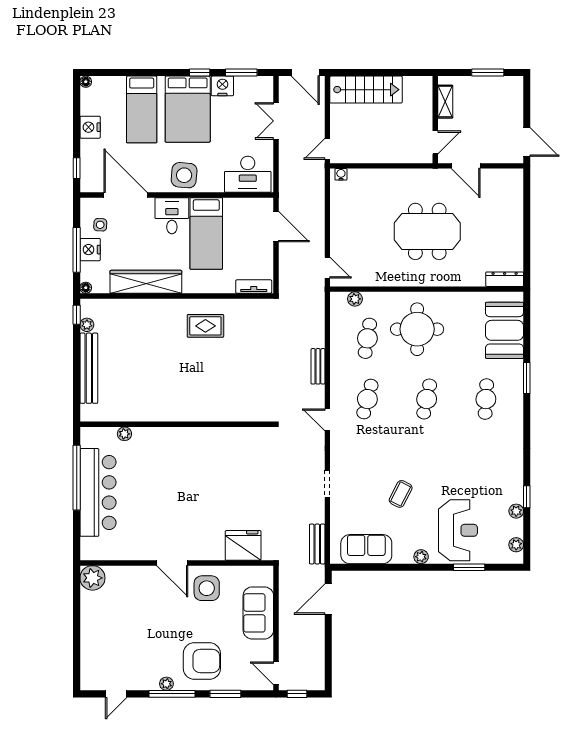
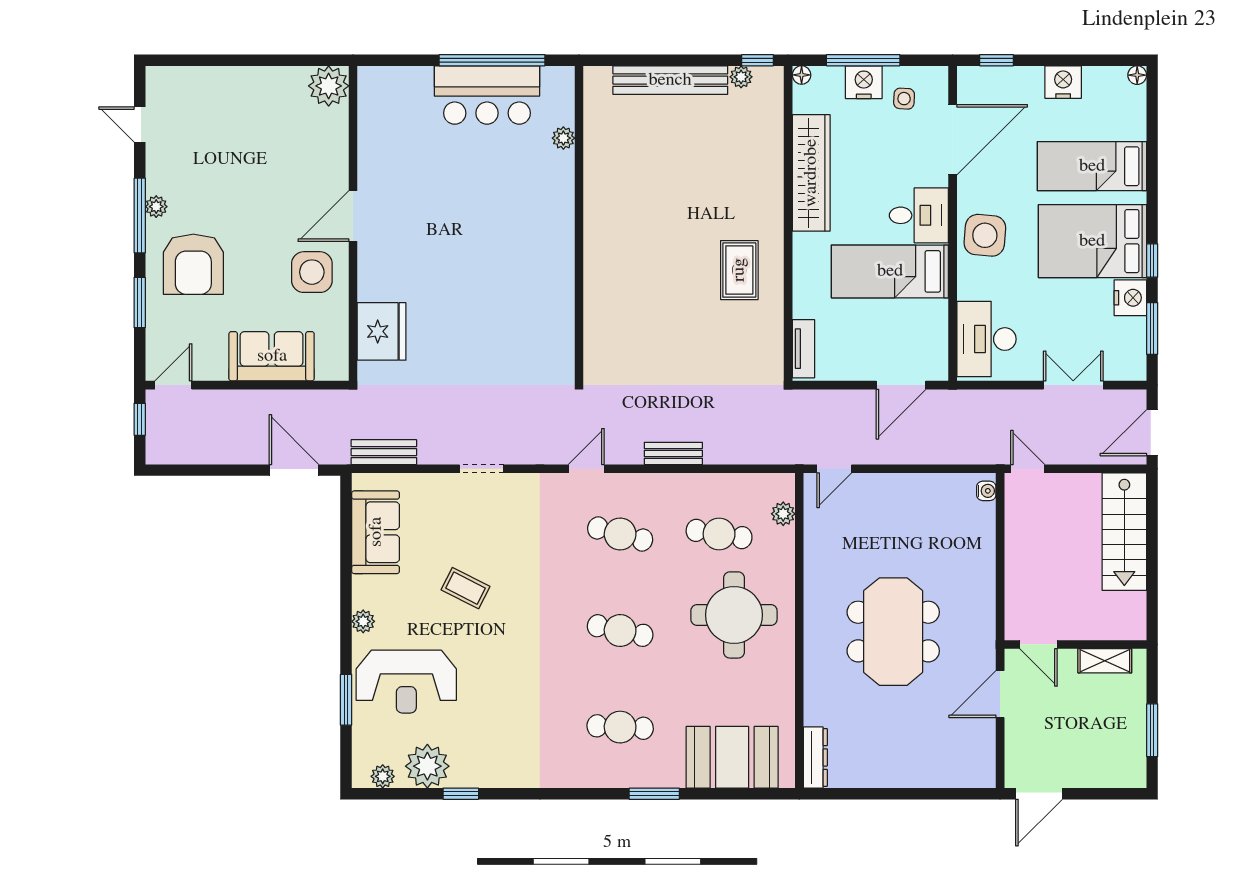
bar counter: (98, 492) -> (487, 95), width x0.73
plant: (516, 511) -> (427, 766), width x1.87, depth x1.87

